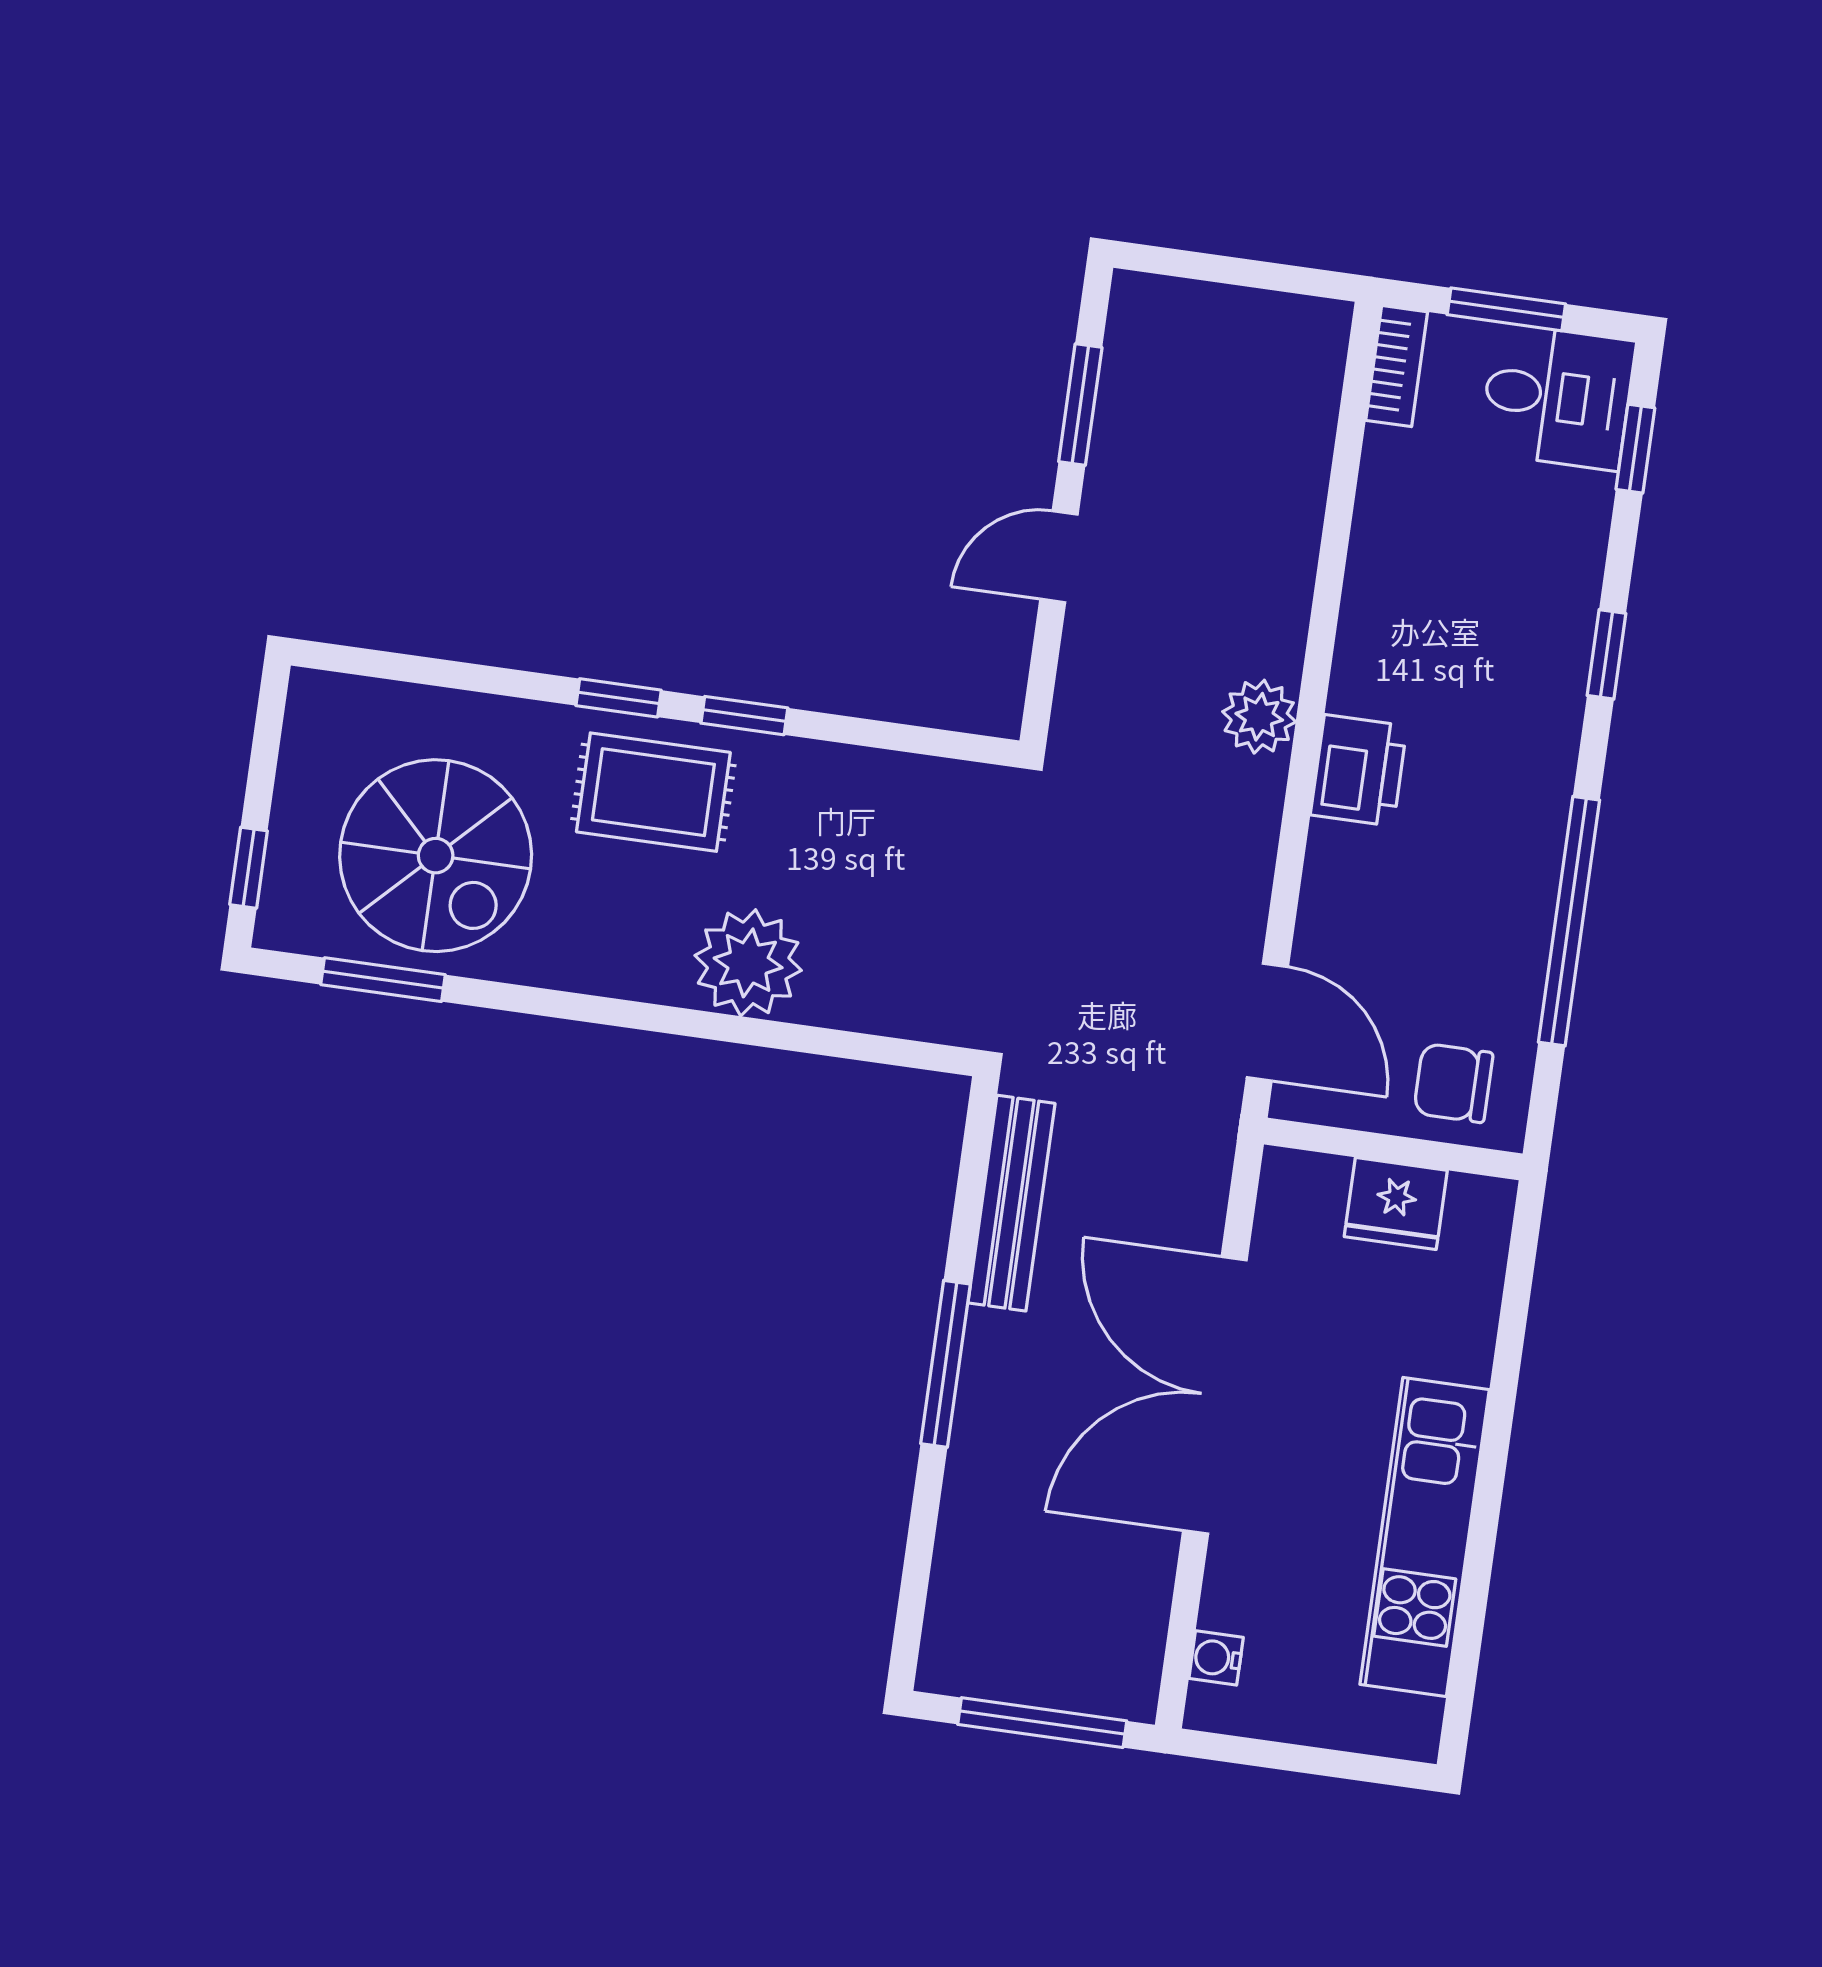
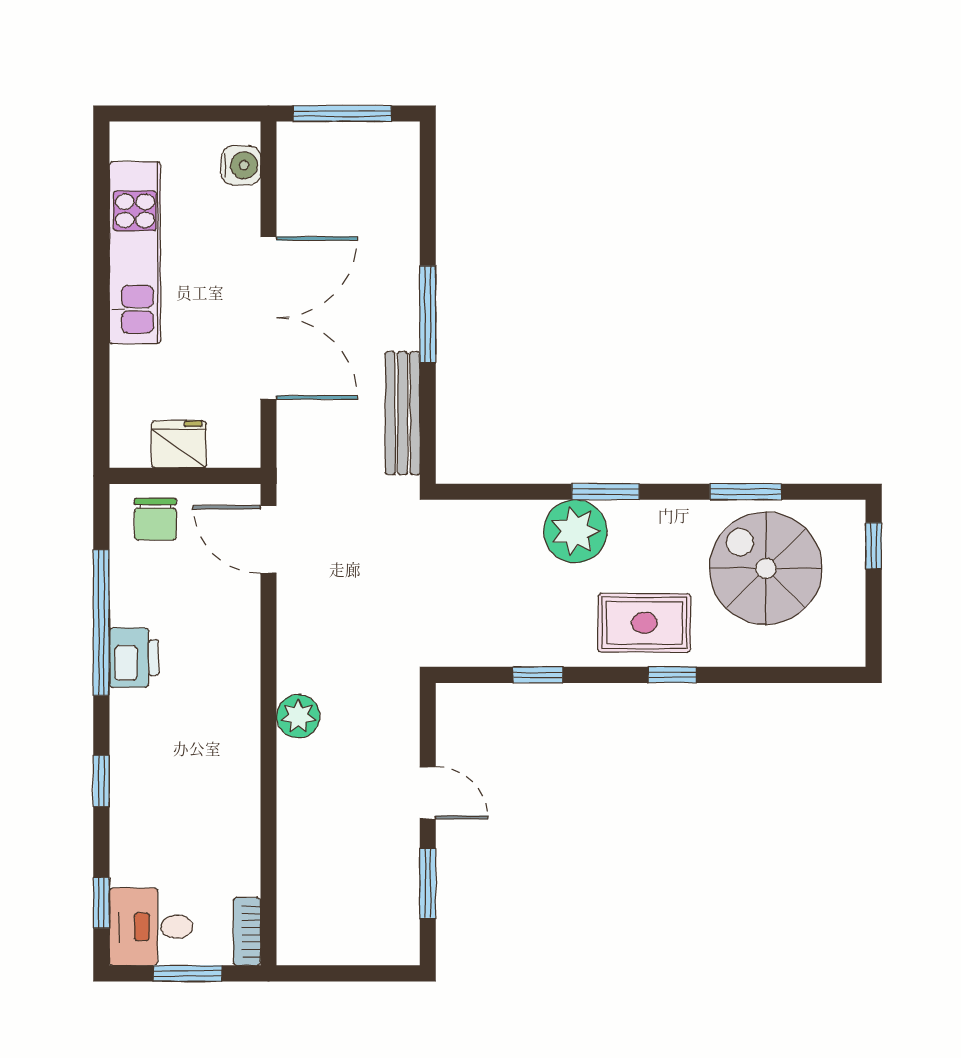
door: (1059, 557) -> (428, 793), hinge flipped
window: (744, 716) -> (538, 675), moved
printer: (1359, 770) -> (134, 658), moved, turned 180
window: (383, 980) -> (746, 492), moved
window: (688, 1022) -> (605, 492), added
chair: (1453, 1083) -> (155, 519), turned 90
water cooler: (1216, 1658) -> (241, 165), width x1.38, depth x1.38

